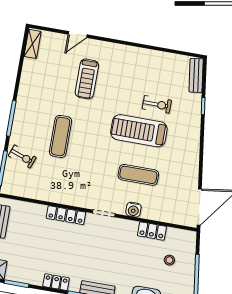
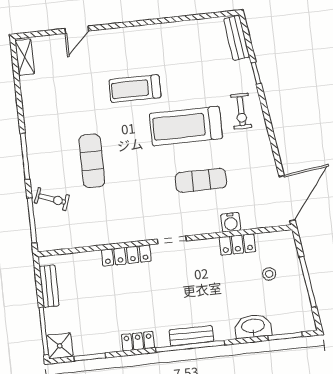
treadmill: (87, 79) -> (135, 89), moved, turned 90
exercise bike: (157, 104) -> (241, 111), moved, turned 90
water cooler: (133, 210) -> (231, 222), moved

